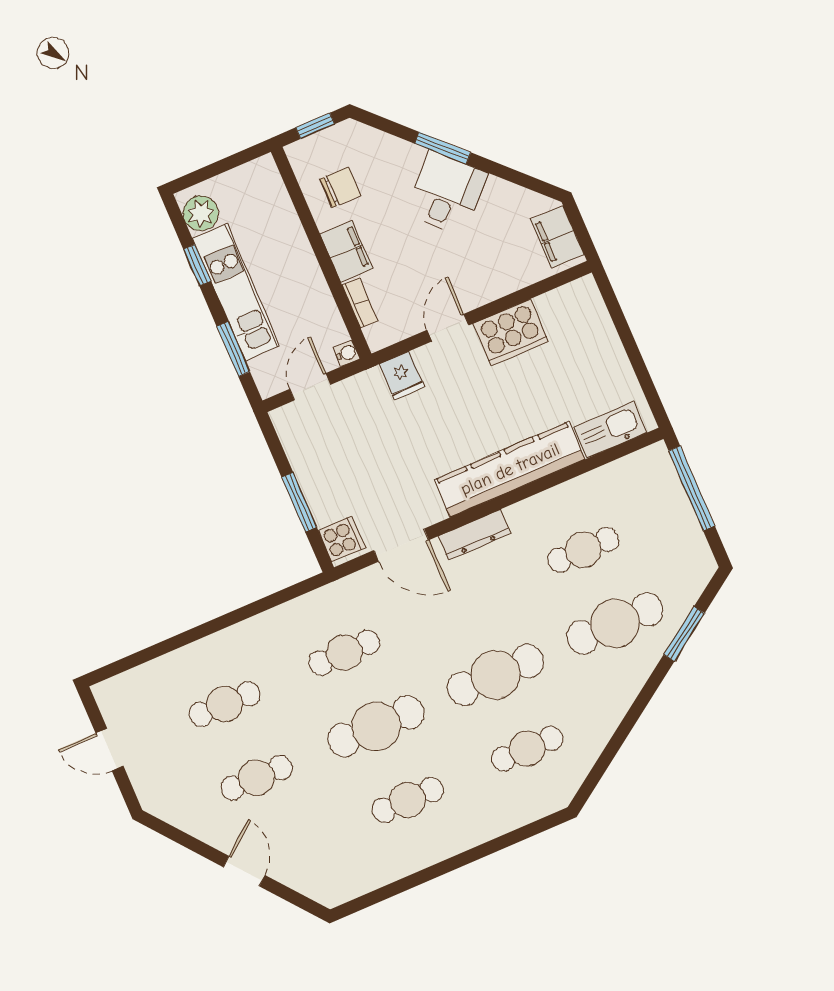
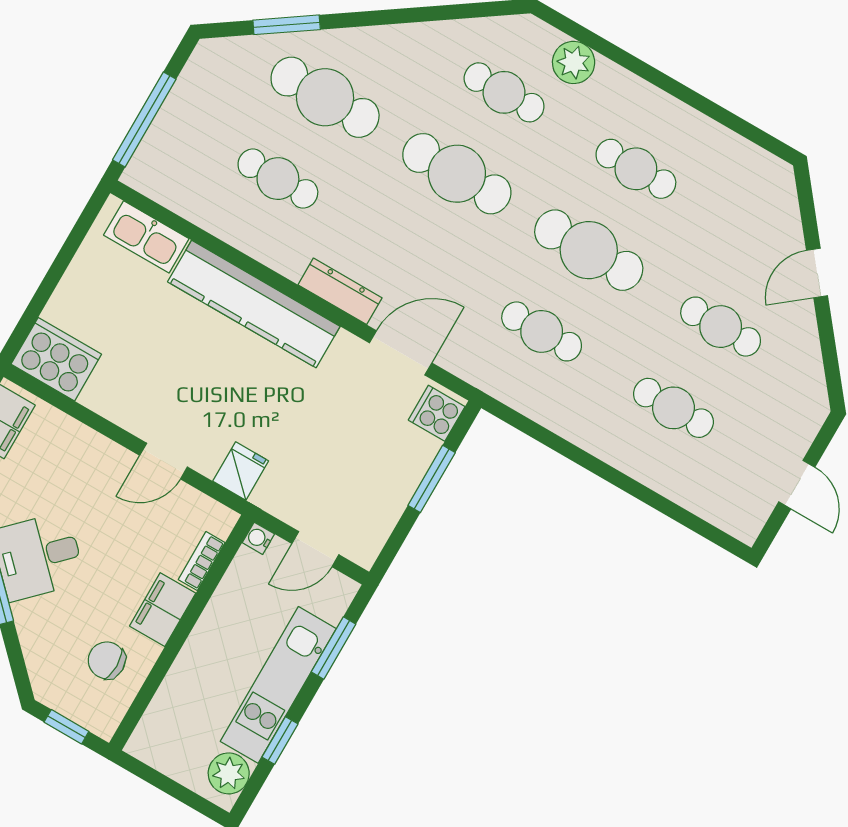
cooker: (511, 332) -> (56, 359), moved
door: (401, 545) -> (401, 353), hinge flipped
plant: (512, 811) -> (574, 62), added

